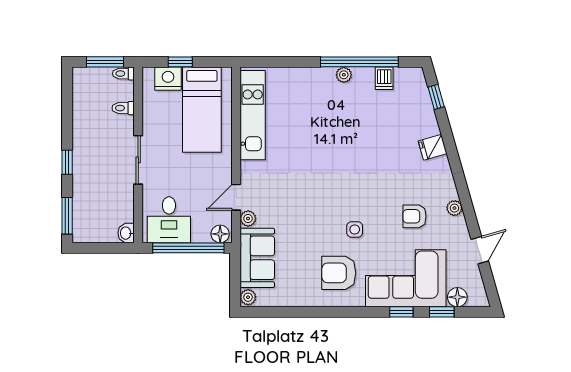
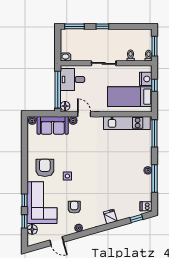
window: (273, 62) -> (155, 133), added
window: (359, 62) -> (155, 179), width x0.68
dishwasher: (384, 78) -> (146, 206), moved

